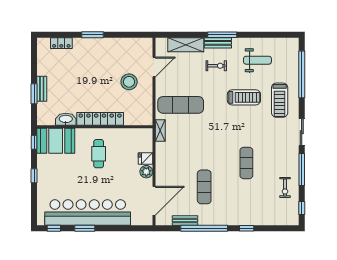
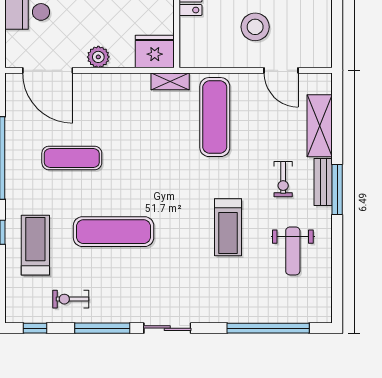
treadmill: (280, 100) -> (35, 245), moved, turned 90
fridge: (146, 159) -> (155, 52), moved, width x1.88, depth x1.34
exercise mat: (246, 163) -> (114, 232), width x1.36, depth x1.45
bench: (185, 220) -> (13, 125), removed

